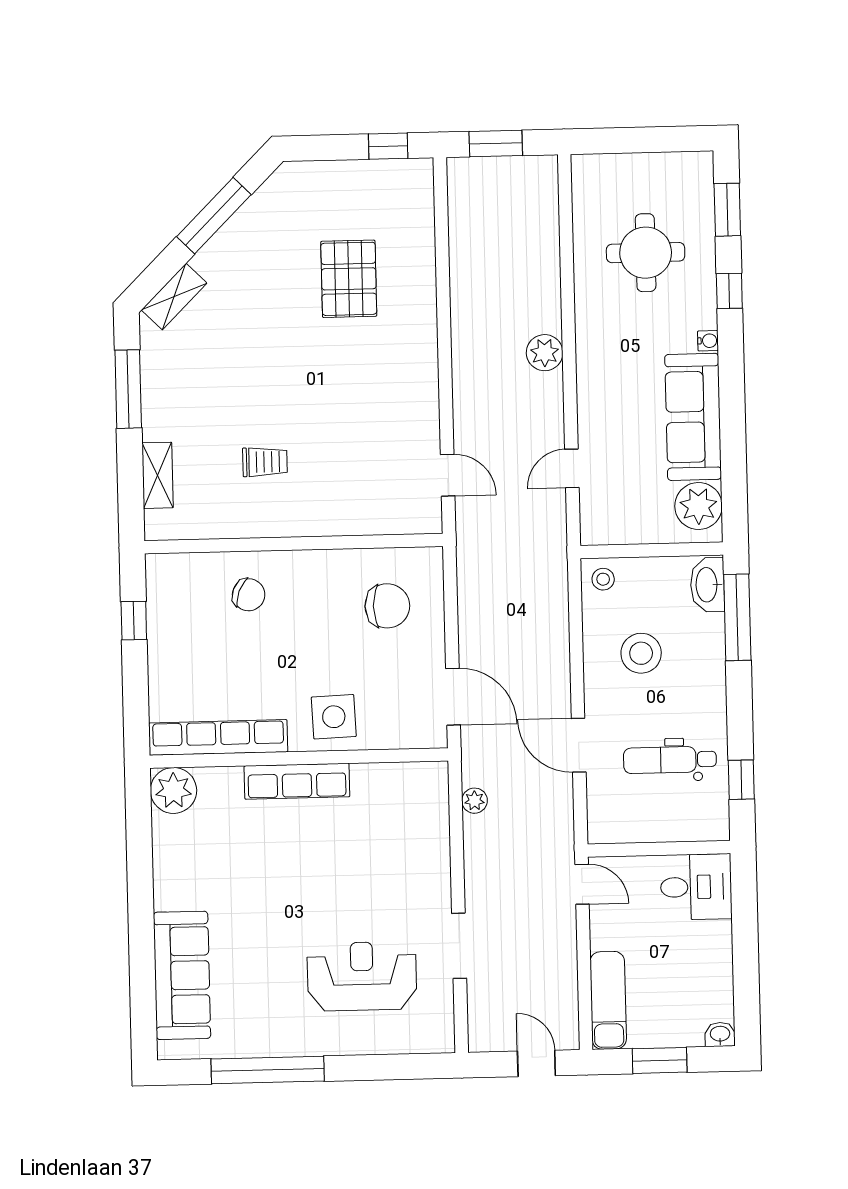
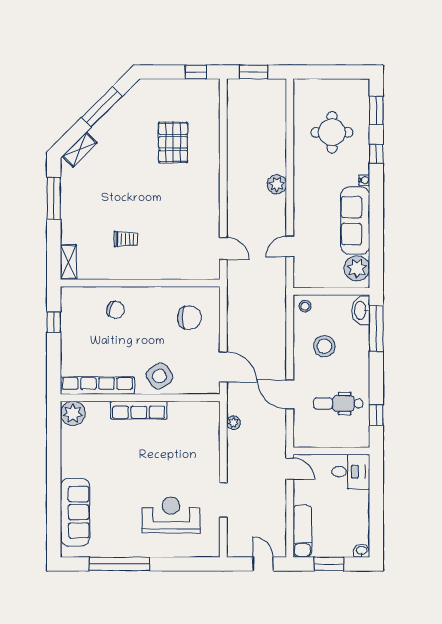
shelving: (158, 475) -> (68, 262), moved
side table: (334, 717) -> (159, 376), turned -33

